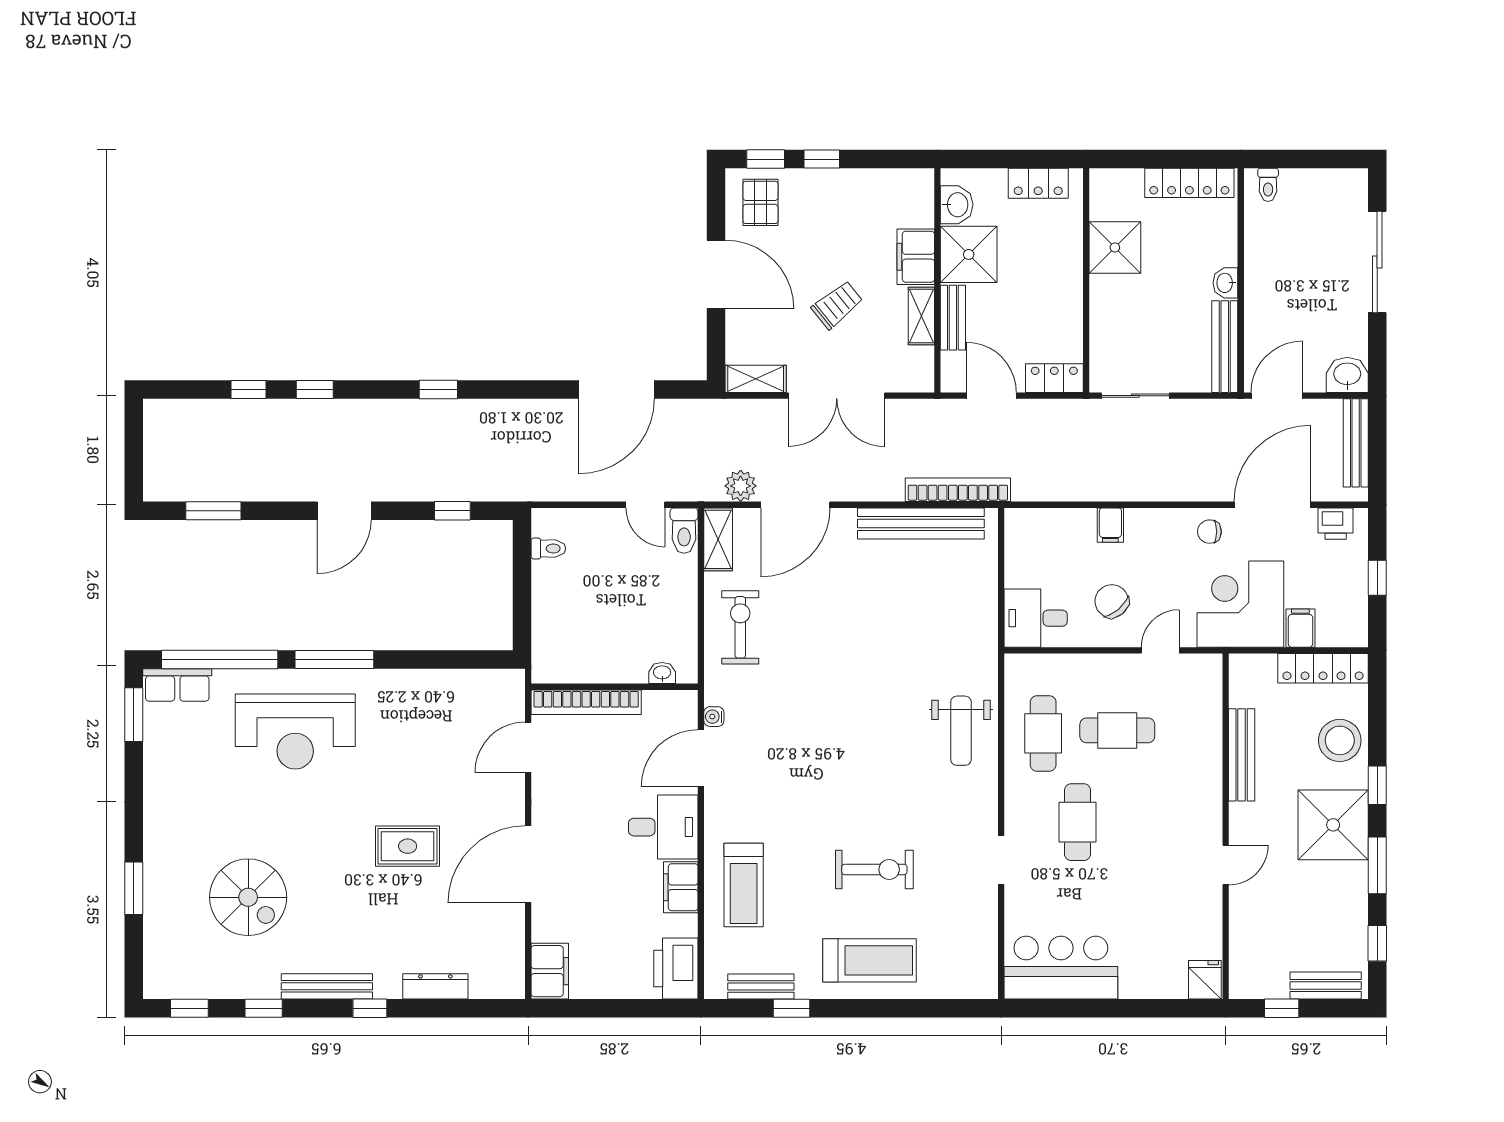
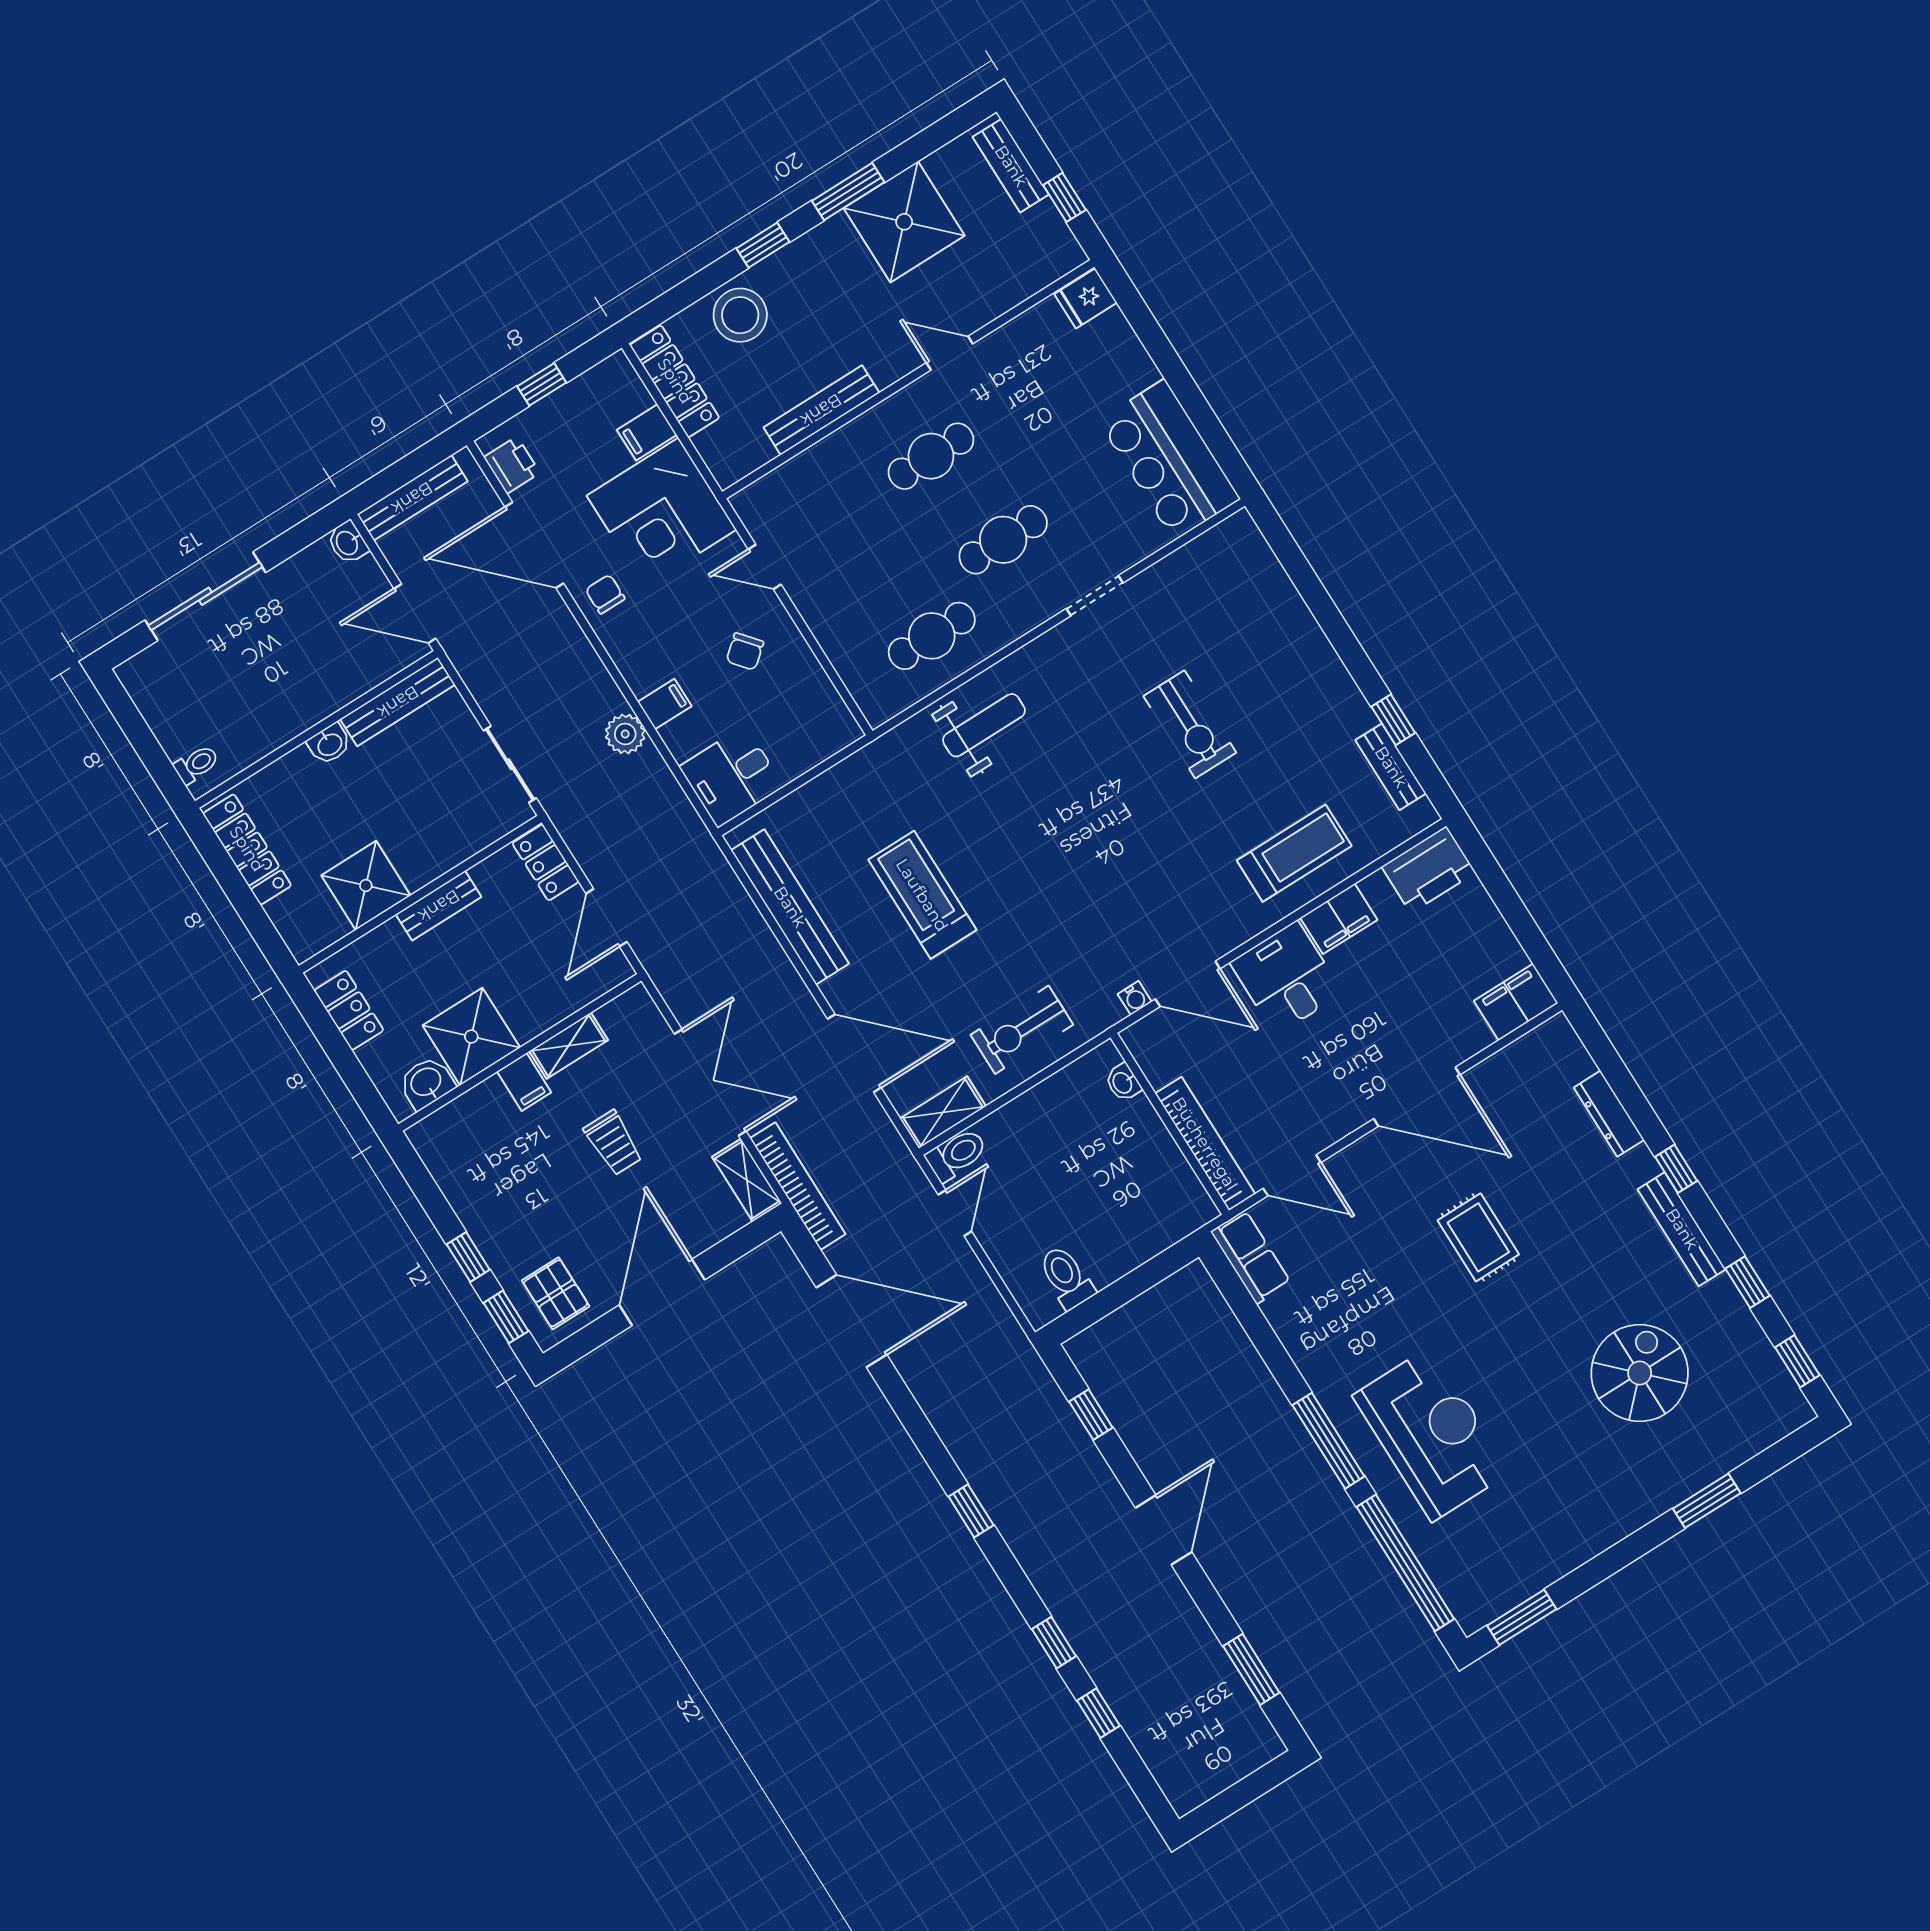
pallet: (760, 202) -> (556, 1293), turned 90
filing cabinet: (916, 257) -> (524, 1082), width x0.50
trolley: (837, 305) -> (613, 1143), turned -141
bench: (953, 318) -> (439, 906), moved
washbasin: (1347, 375) -> (348, 543), width x0.72, depth x0.69
plant: (741, 486) -> (625, 734), moved
bookcase: (958, 490) -> (798, 1186), moved, turned 180
door: (344, 511) -> (1164, 1530), hinge flipped
chair: (1209, 532) -> (605, 594), turned 180
toilet: (548, 548) -> (1066, 1277), width x1.37, depth x1.39
chair: (1112, 601) -> (745, 652), width x0.73, depth x0.73
desk: (1036, 618) -> (731, 777), moved, turned 90
row of seats: (177, 685) -> (1251, 1257), moved
cafe table: (1117, 730) -> (931, 456), moved, turned 90
shower: (1333, 825) -> (904, 222), moved
exercise bike: (874, 869) -> (1190, 724), turned 180
window: (1377, 943) -> (931, 139), removed
treadmill: (869, 960) -> (922, 895), moved

